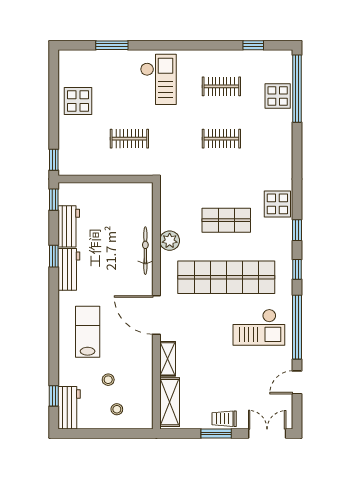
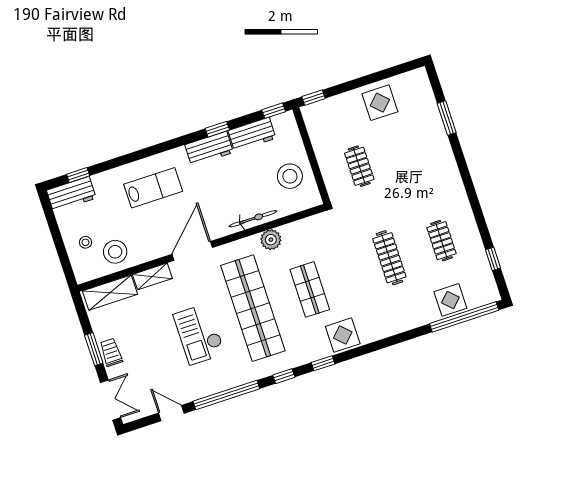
checkout: (158, 79) -> (428, 176), removed
clothes rail: (221, 139) -> (389, 258), width x1.36
stool: (118, 204) -> (290, 176), added
checkout: (259, 327) -> (199, 334), moved
stool: (108, 380) -> (115, 252), moved, width x1.89, depth x1.89

